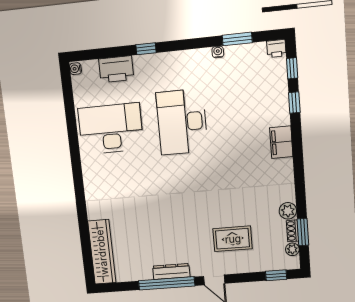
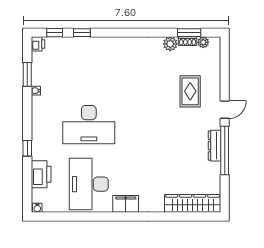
filing cabinet: (281, 142) -> (126, 204), moved, turned 180
window: (276, 275) -> (225, 57), removed

